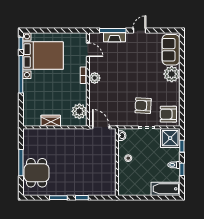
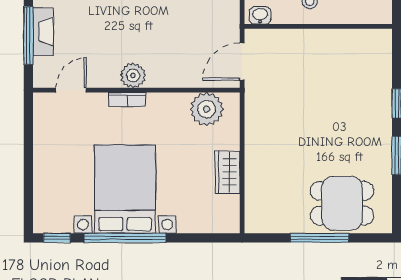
bed with nightstands: (43, 56) -> (125, 189), moved

